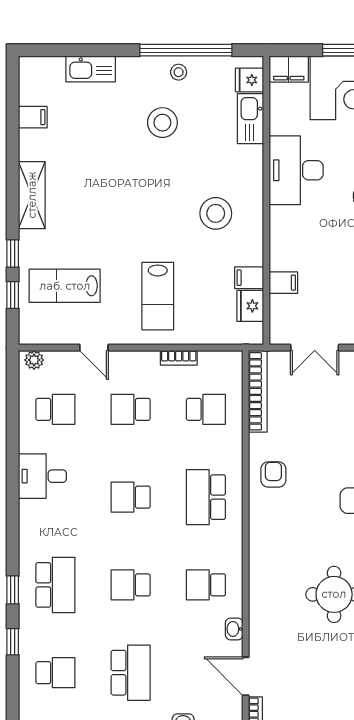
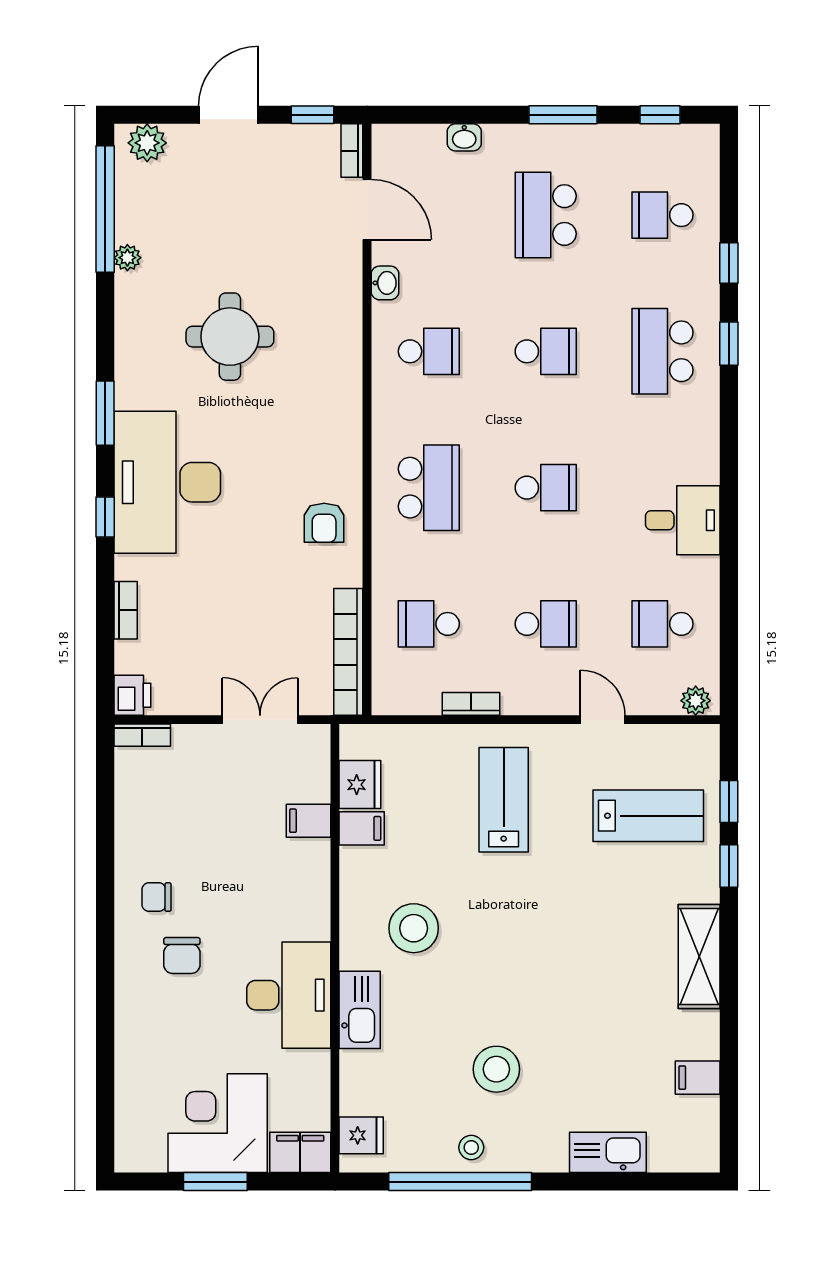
kitchen sink: (251, 119) -> (360, 1010), moved

